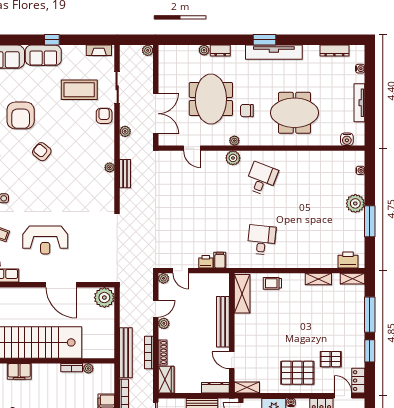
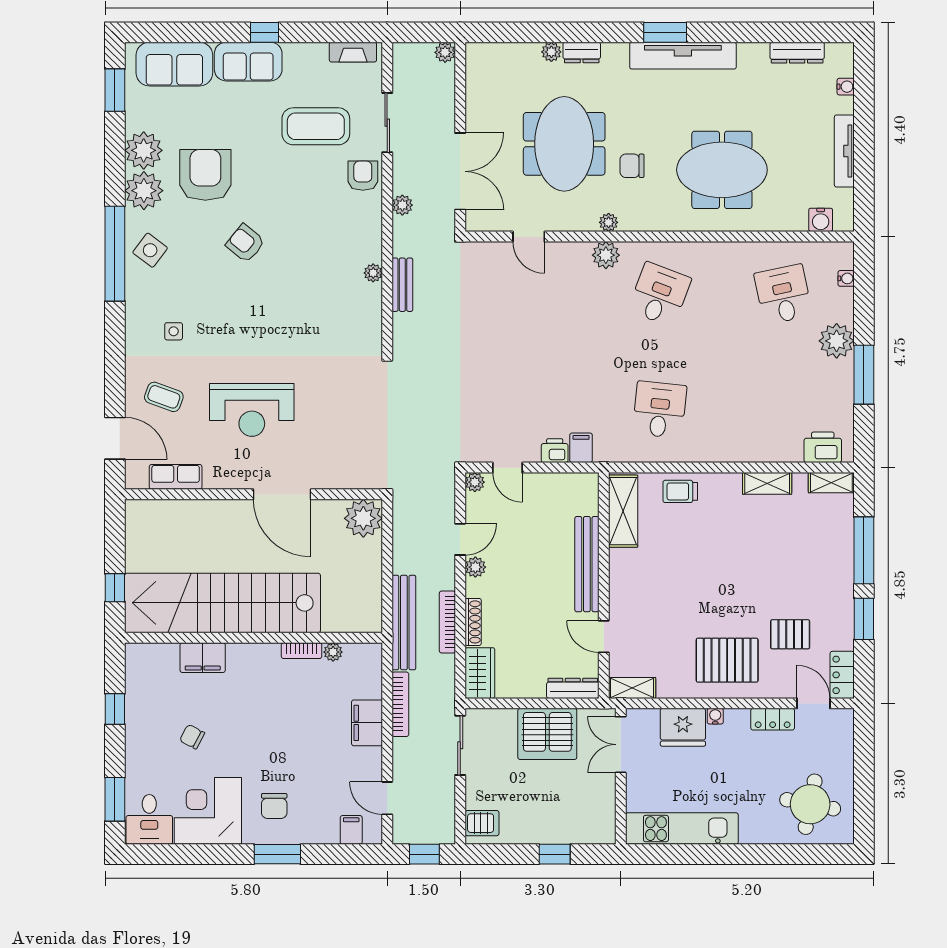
armchair: (21, 115) -> (205, 175), turned 180
desk: (327, 179) -> (783, 294), added

